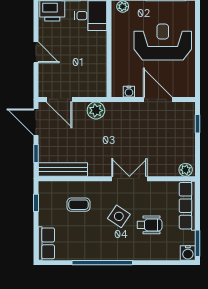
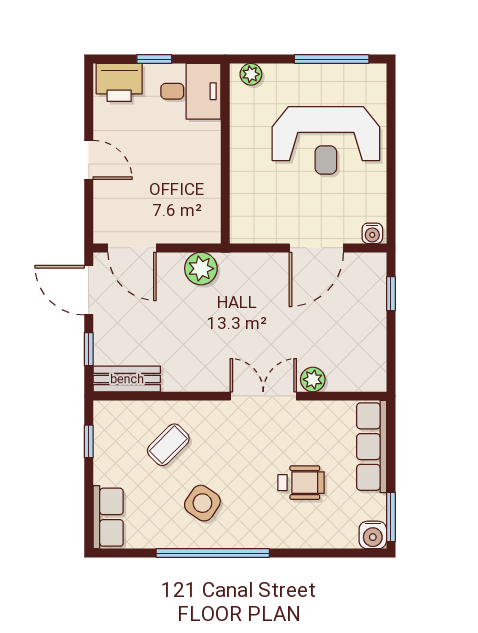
reception desk: (163, 42) -> (326, 140), turned 180
water cooler: (129, 92) -> (372, 233), moved
door: (158, 99) -> (316, 248), swing flipped
bench: (63, 169) -> (127, 379), width x0.73
plant: (186, 170) -> (313, 379), moved
coffee table: (78, 205) -> (168, 445), turned -45
side table: (119, 216) -> (202, 503), moved

